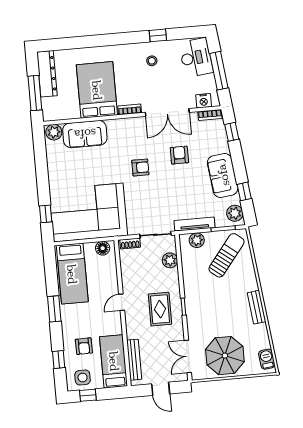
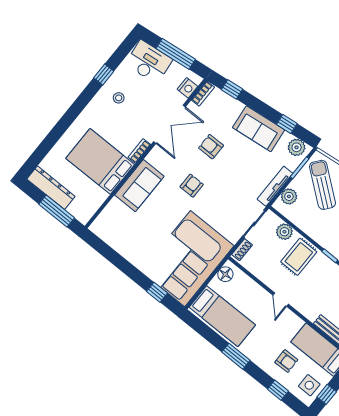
plant: (54, 132) -> (101, 226), removed
sofa: (85, 134) -> (139, 186), moved
rug: (160, 309) -> (299, 257), moved, turned 90

